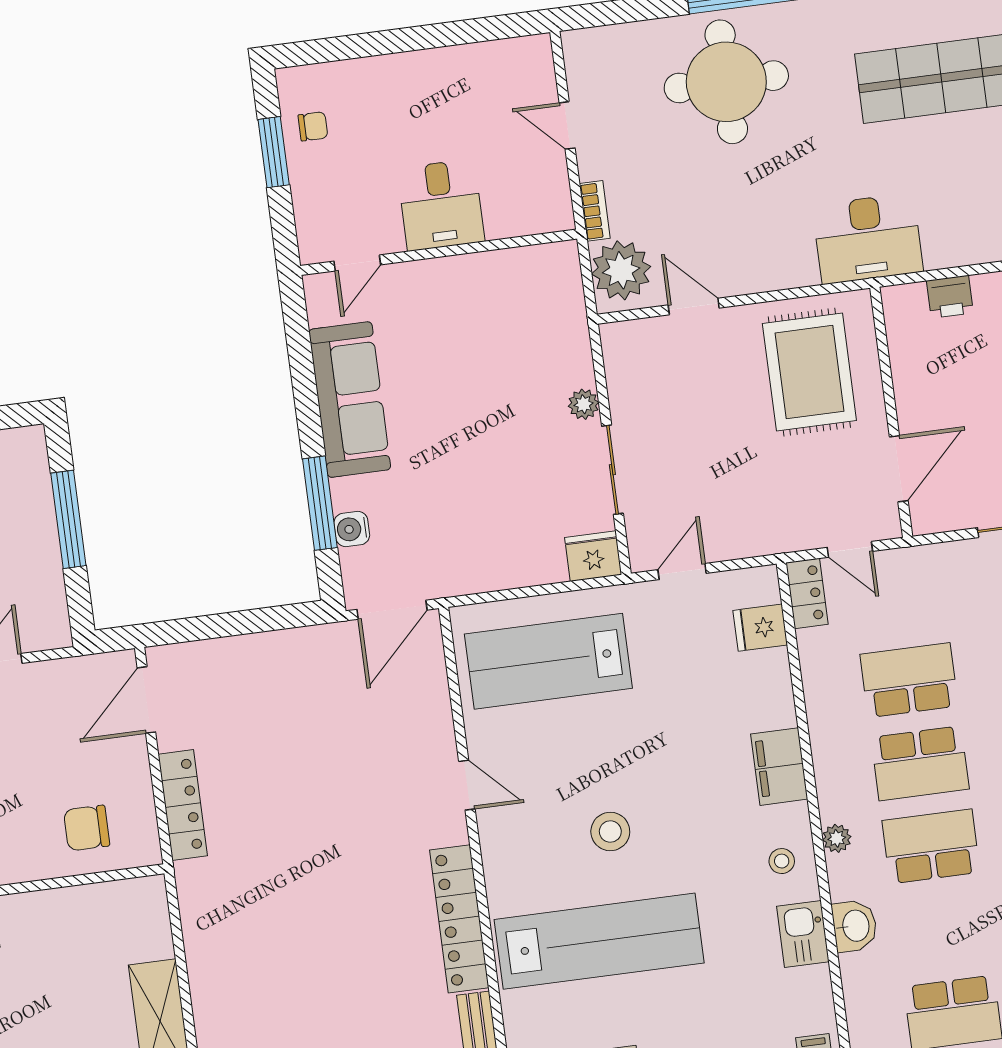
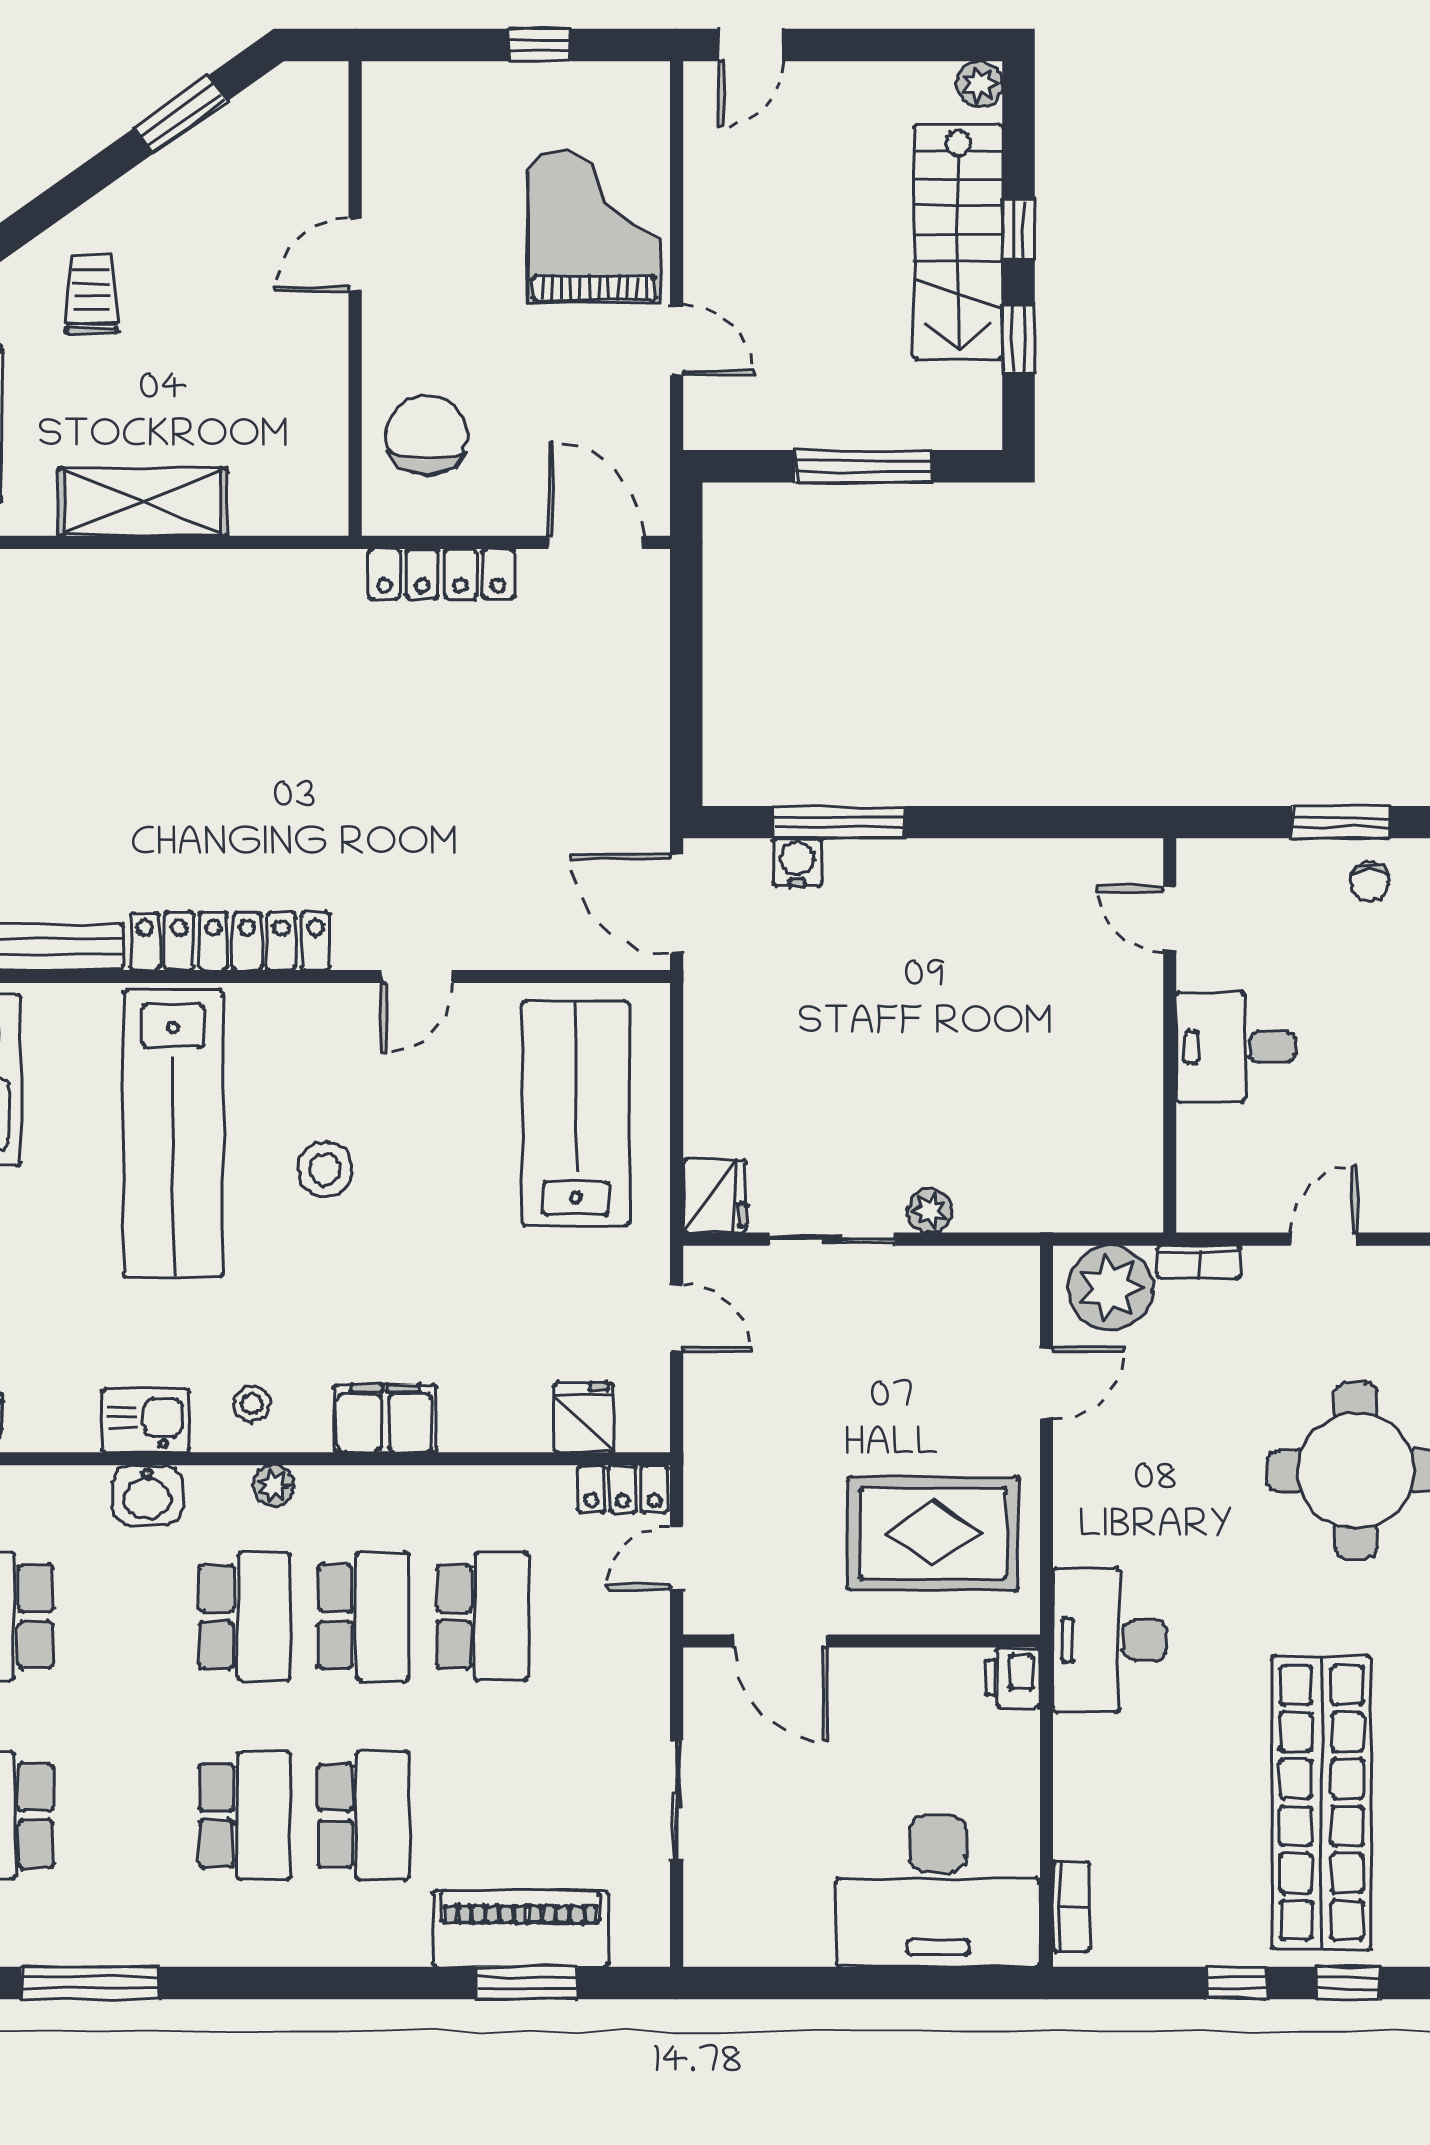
printer: (950, 297) -> (1013, 1677), moved
sofa: (350, 400) -> (979, 883), removed
school desk: (920, 763) -> (364, 1617), turned 180
chair: (87, 828) -> (427, 435), width x1.37, depth x1.37

